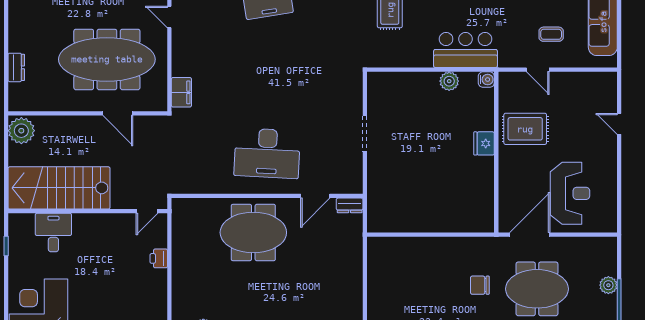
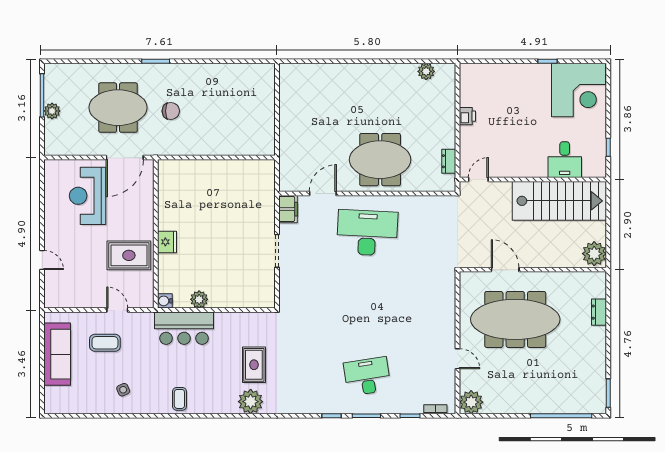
coffee table: (551, 34) -> (105, 343), width x1.36, depth x1.30
filing cabinet: (181, 92) -> (288, 209), moved, turned 180
dresser: (350, 205) -> (449, 161), moved, turned -90
printer: (159, 258) -> (467, 116), moved

